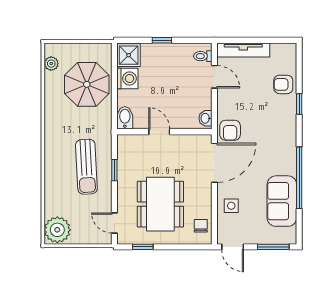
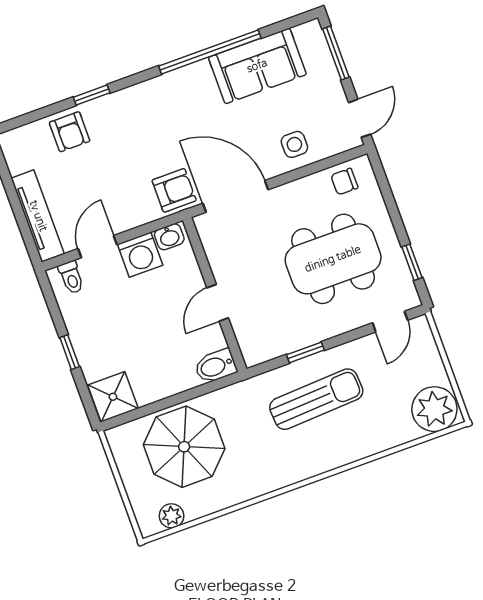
washing machine: (127, 79) -> (140, 255), moved, turned 180

